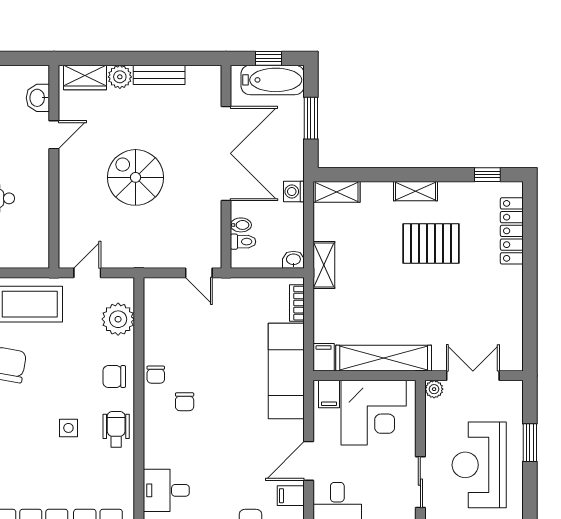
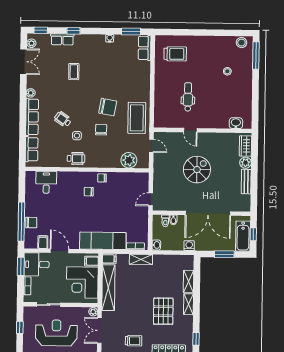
door: (54, 135) -> (190, 130), moved
shelving: (337, 192) -> (189, 282), moved
shelving: (324, 265) -> (141, 259), moved
trolley: (493, 304) -> (134, 341), added
double door: (473, 376) -> (99, 330), swing flipped
chair: (114, 377) -> (101, 130), moved
wheelchair: (35, 458) -> (63, 119), added

